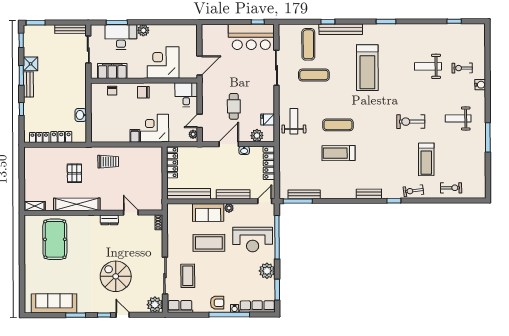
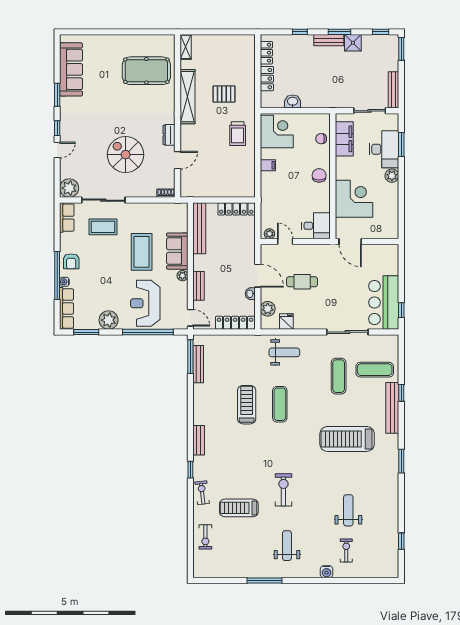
corner desk: (155, 128) -> (277, 132), moved
bench: (233, 194) -> (199, 286), width x0.73
spiral stairs: (116, 276) -> (126, 155), moved, turned -90

